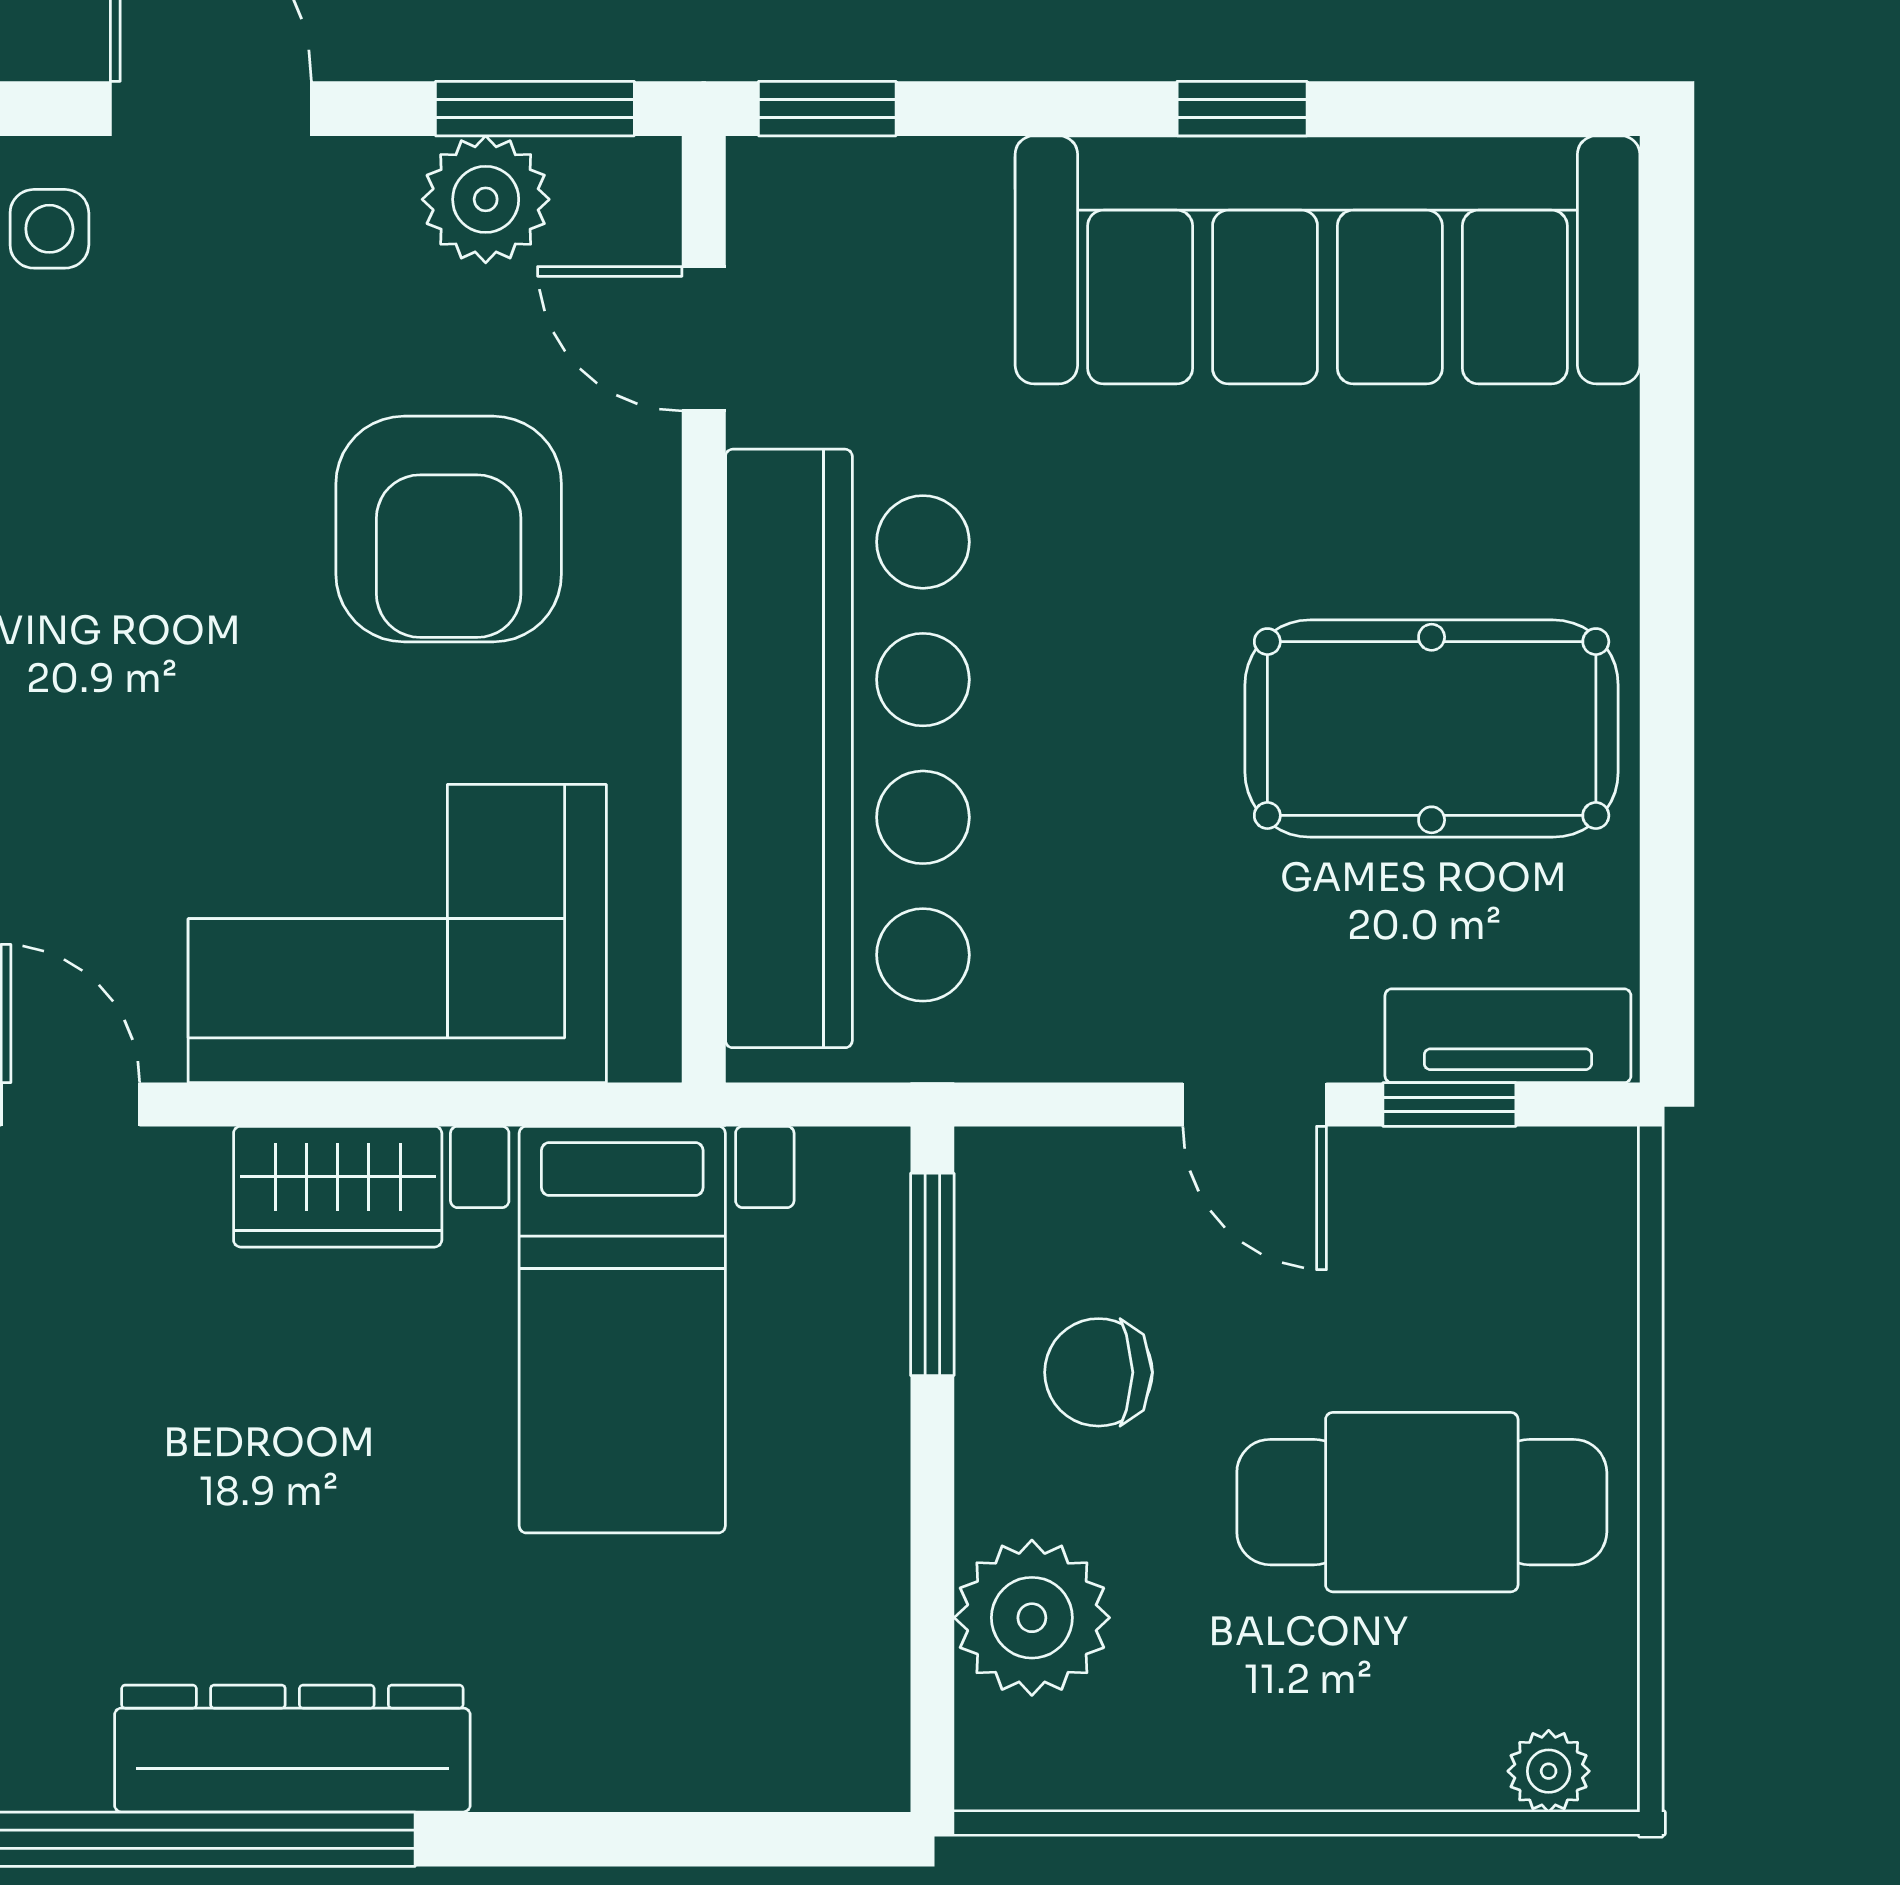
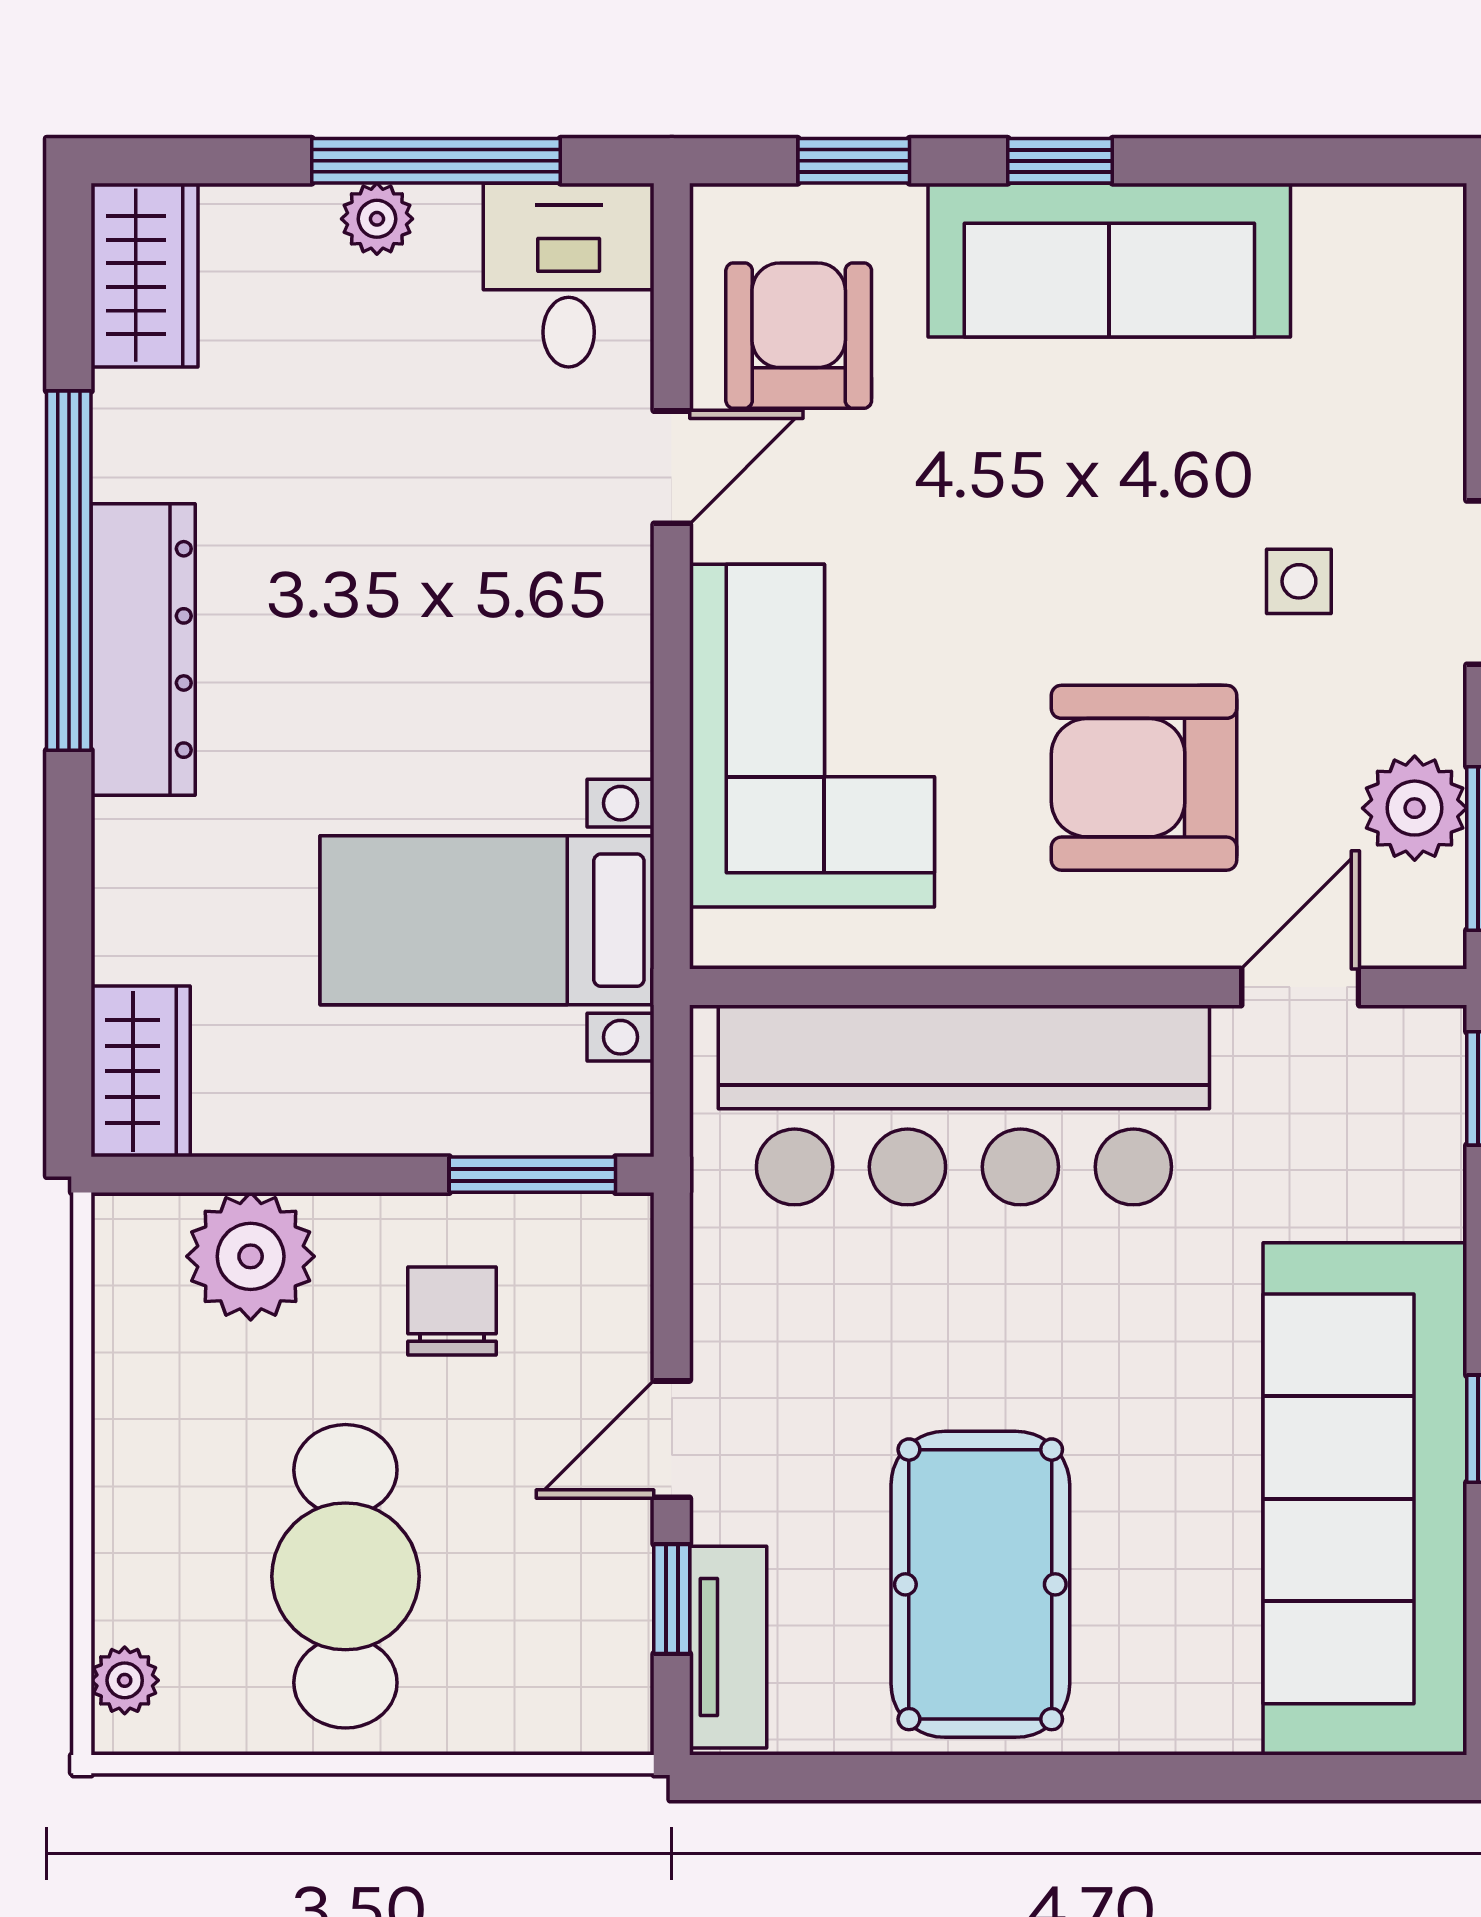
side table: (49, 229) -> (1299, 581), moved
wardrobe: (338, 1187) -> (141, 1071), moved, turned 180

